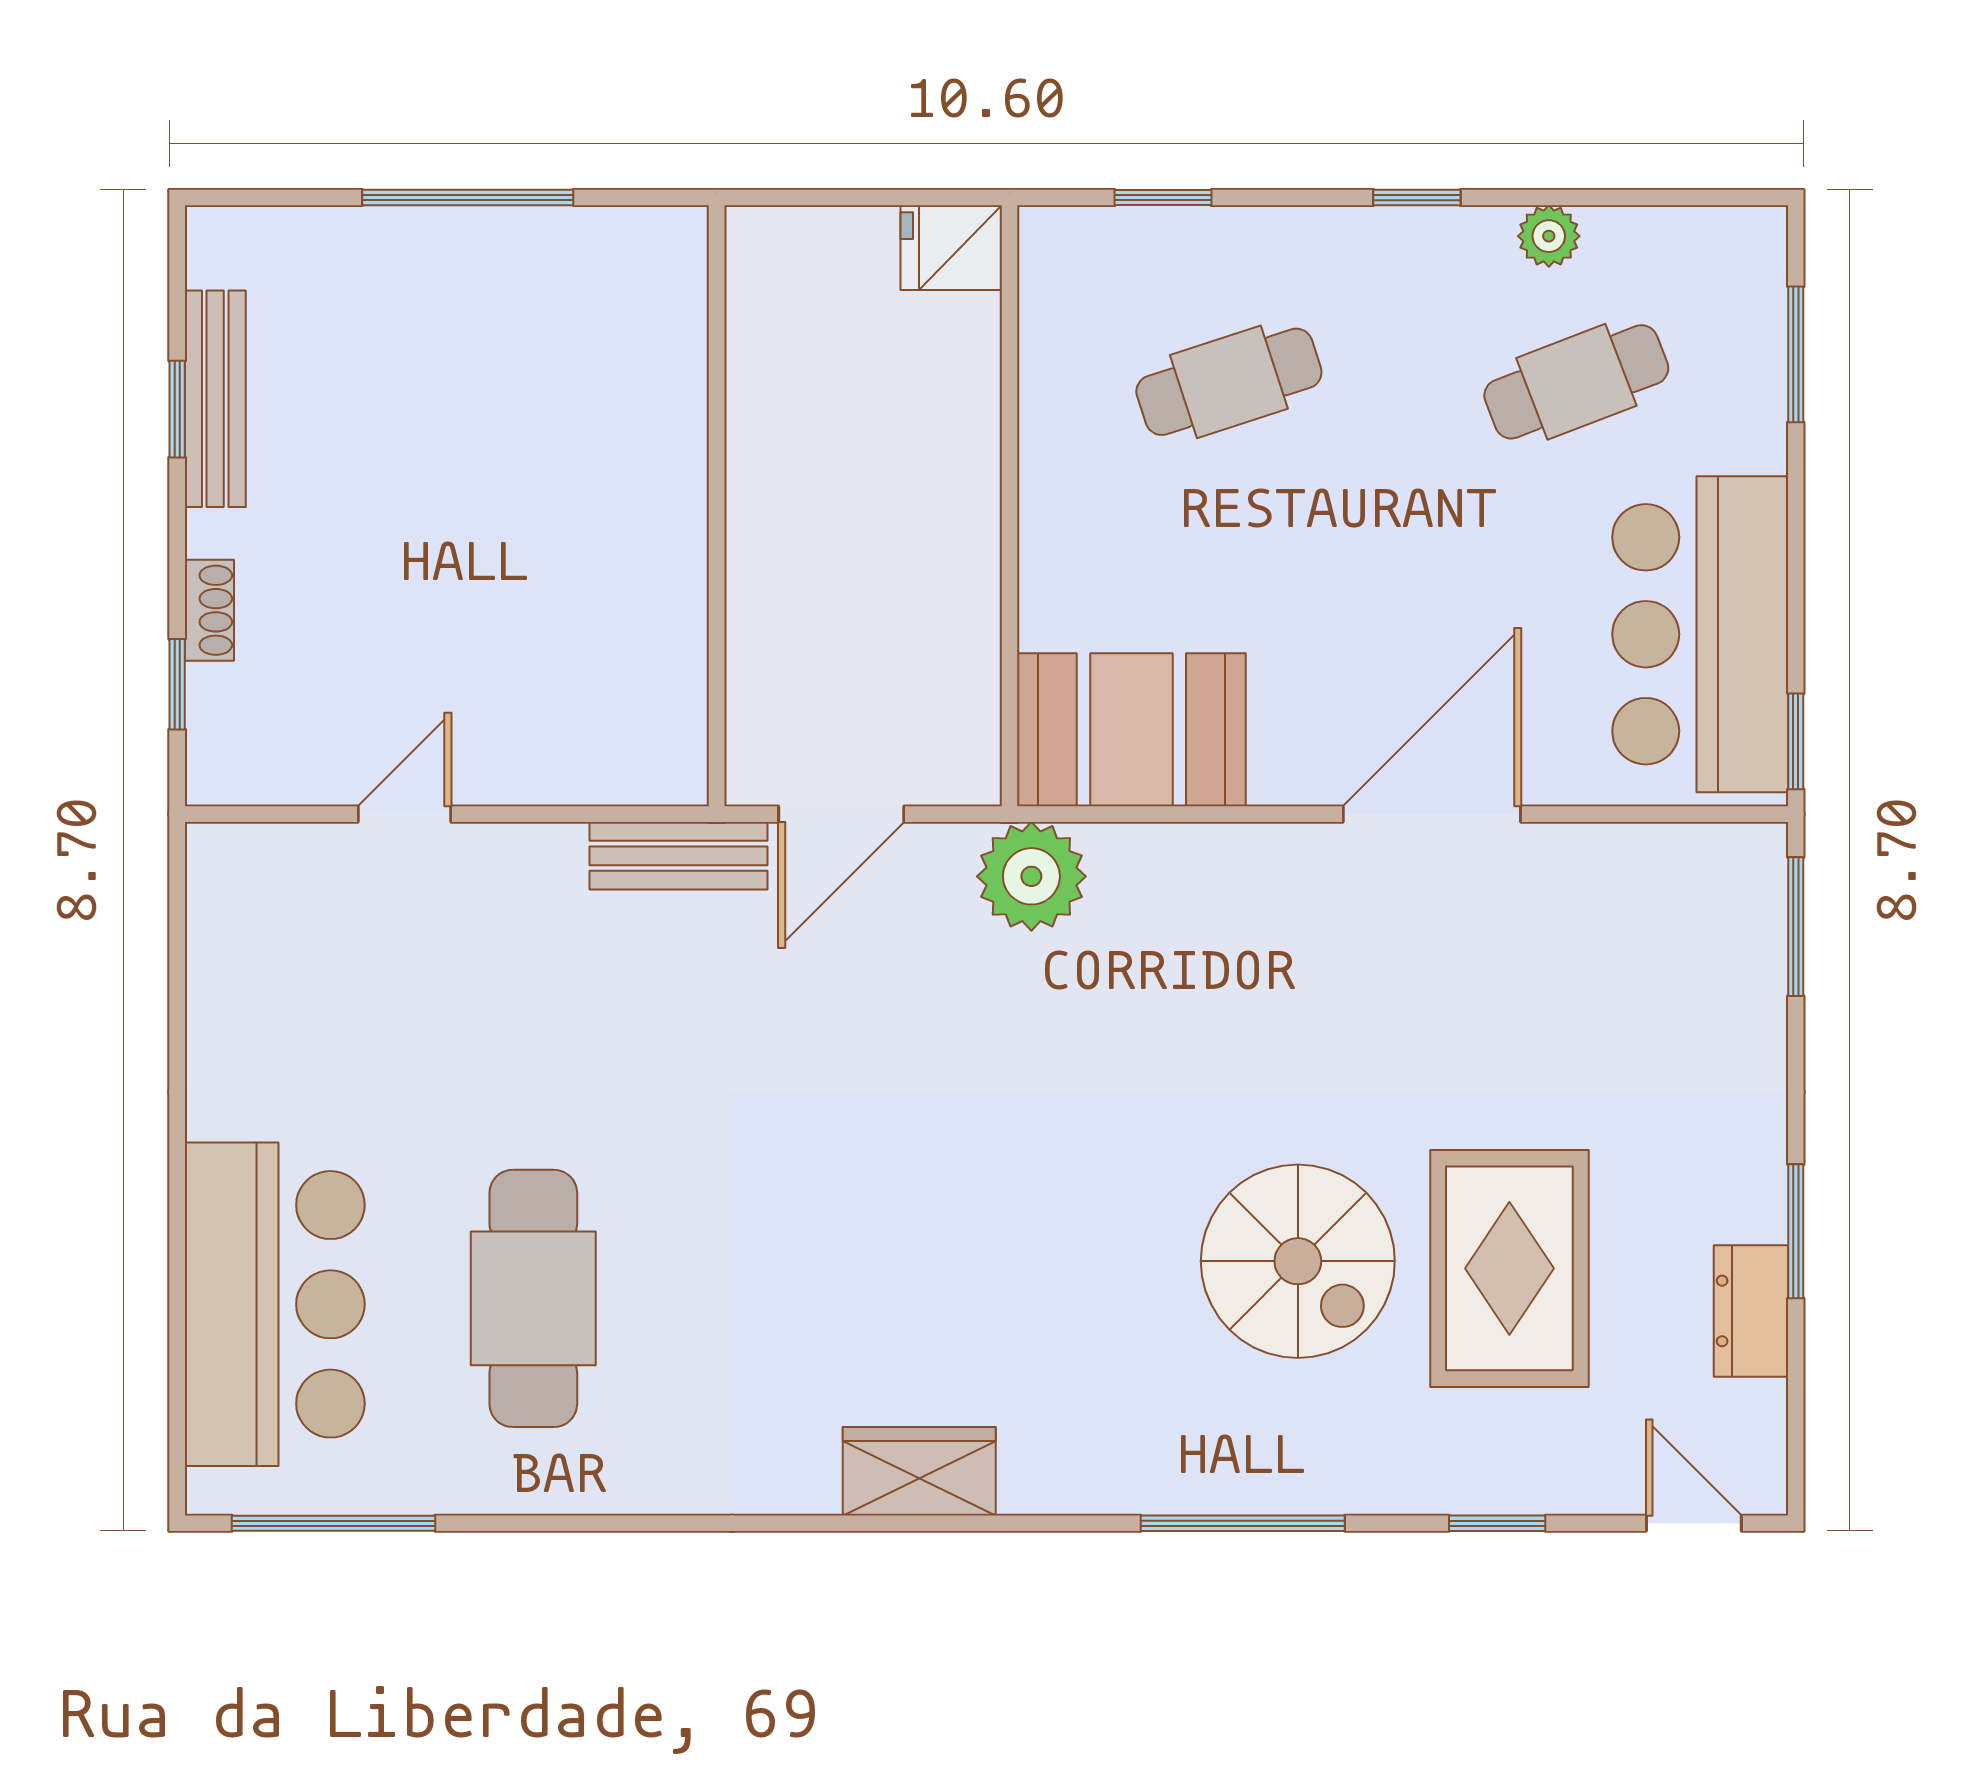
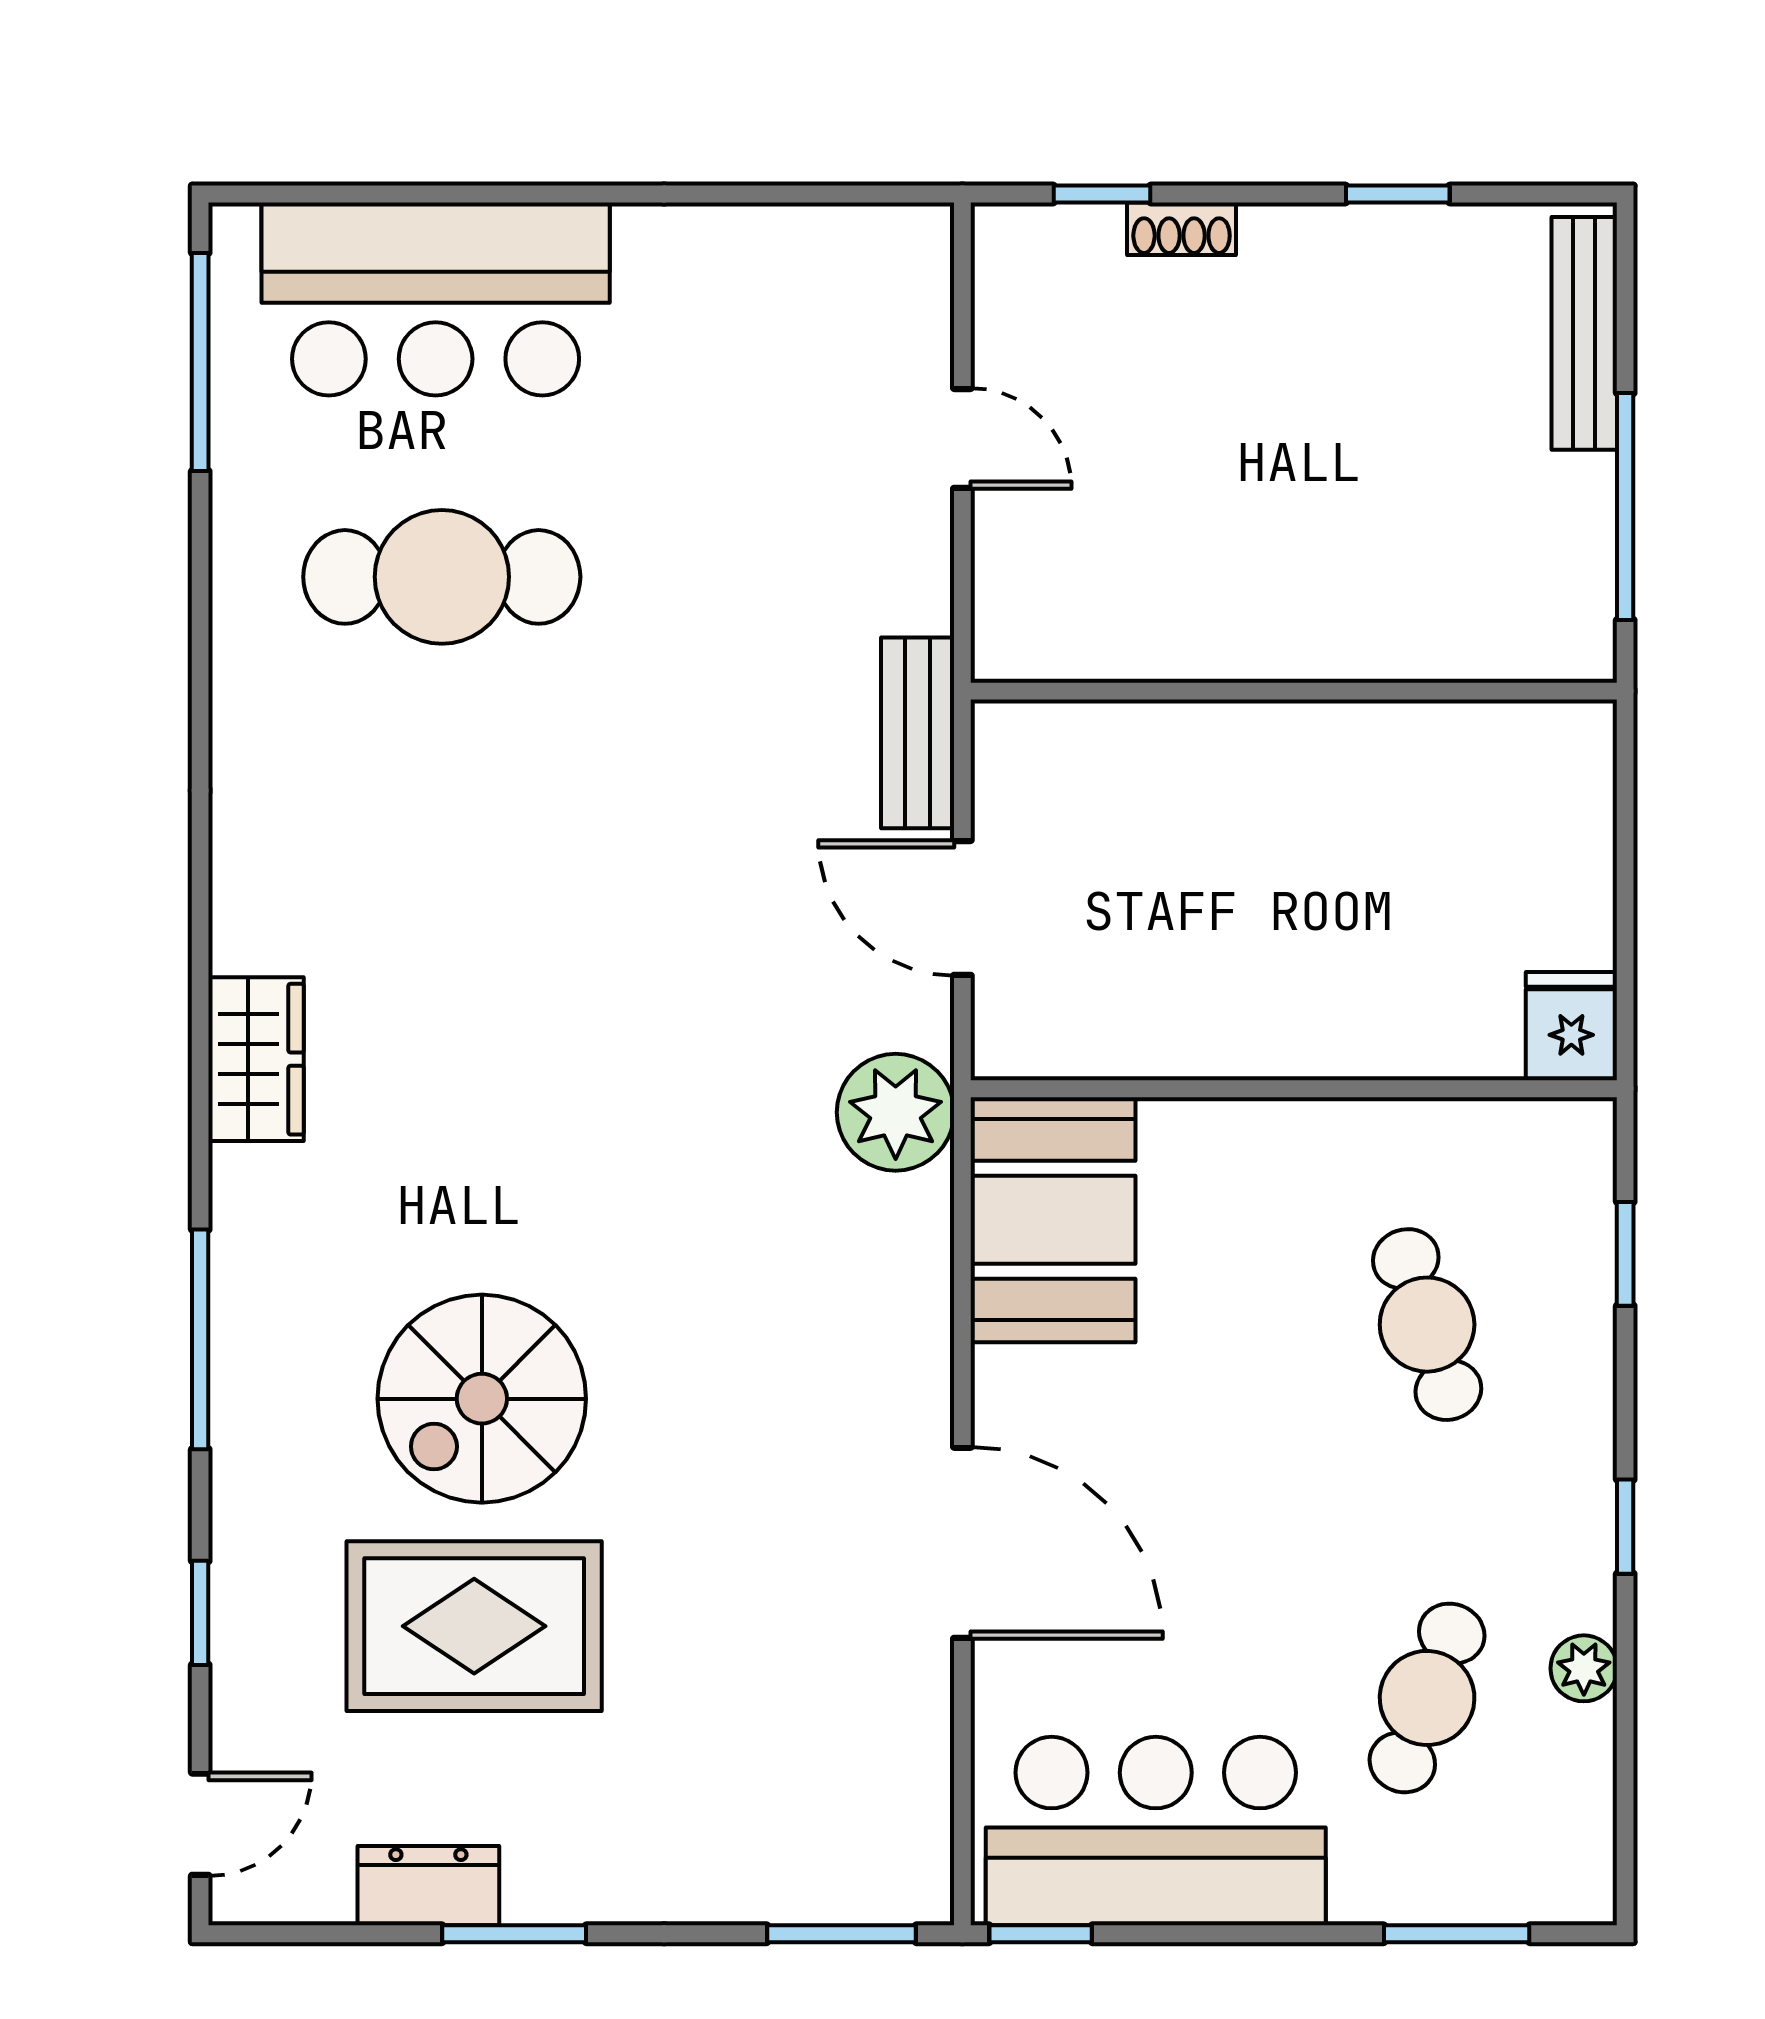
cafe table: (1576, 382) -> (1427, 1698), turned 42
bench: (215, 399) -> (1584, 333), moved, turned 90
wall: (717, 506) -> (1294, 691), moved
wardrobe: (919, 1471) -> (256, 1059), moved

